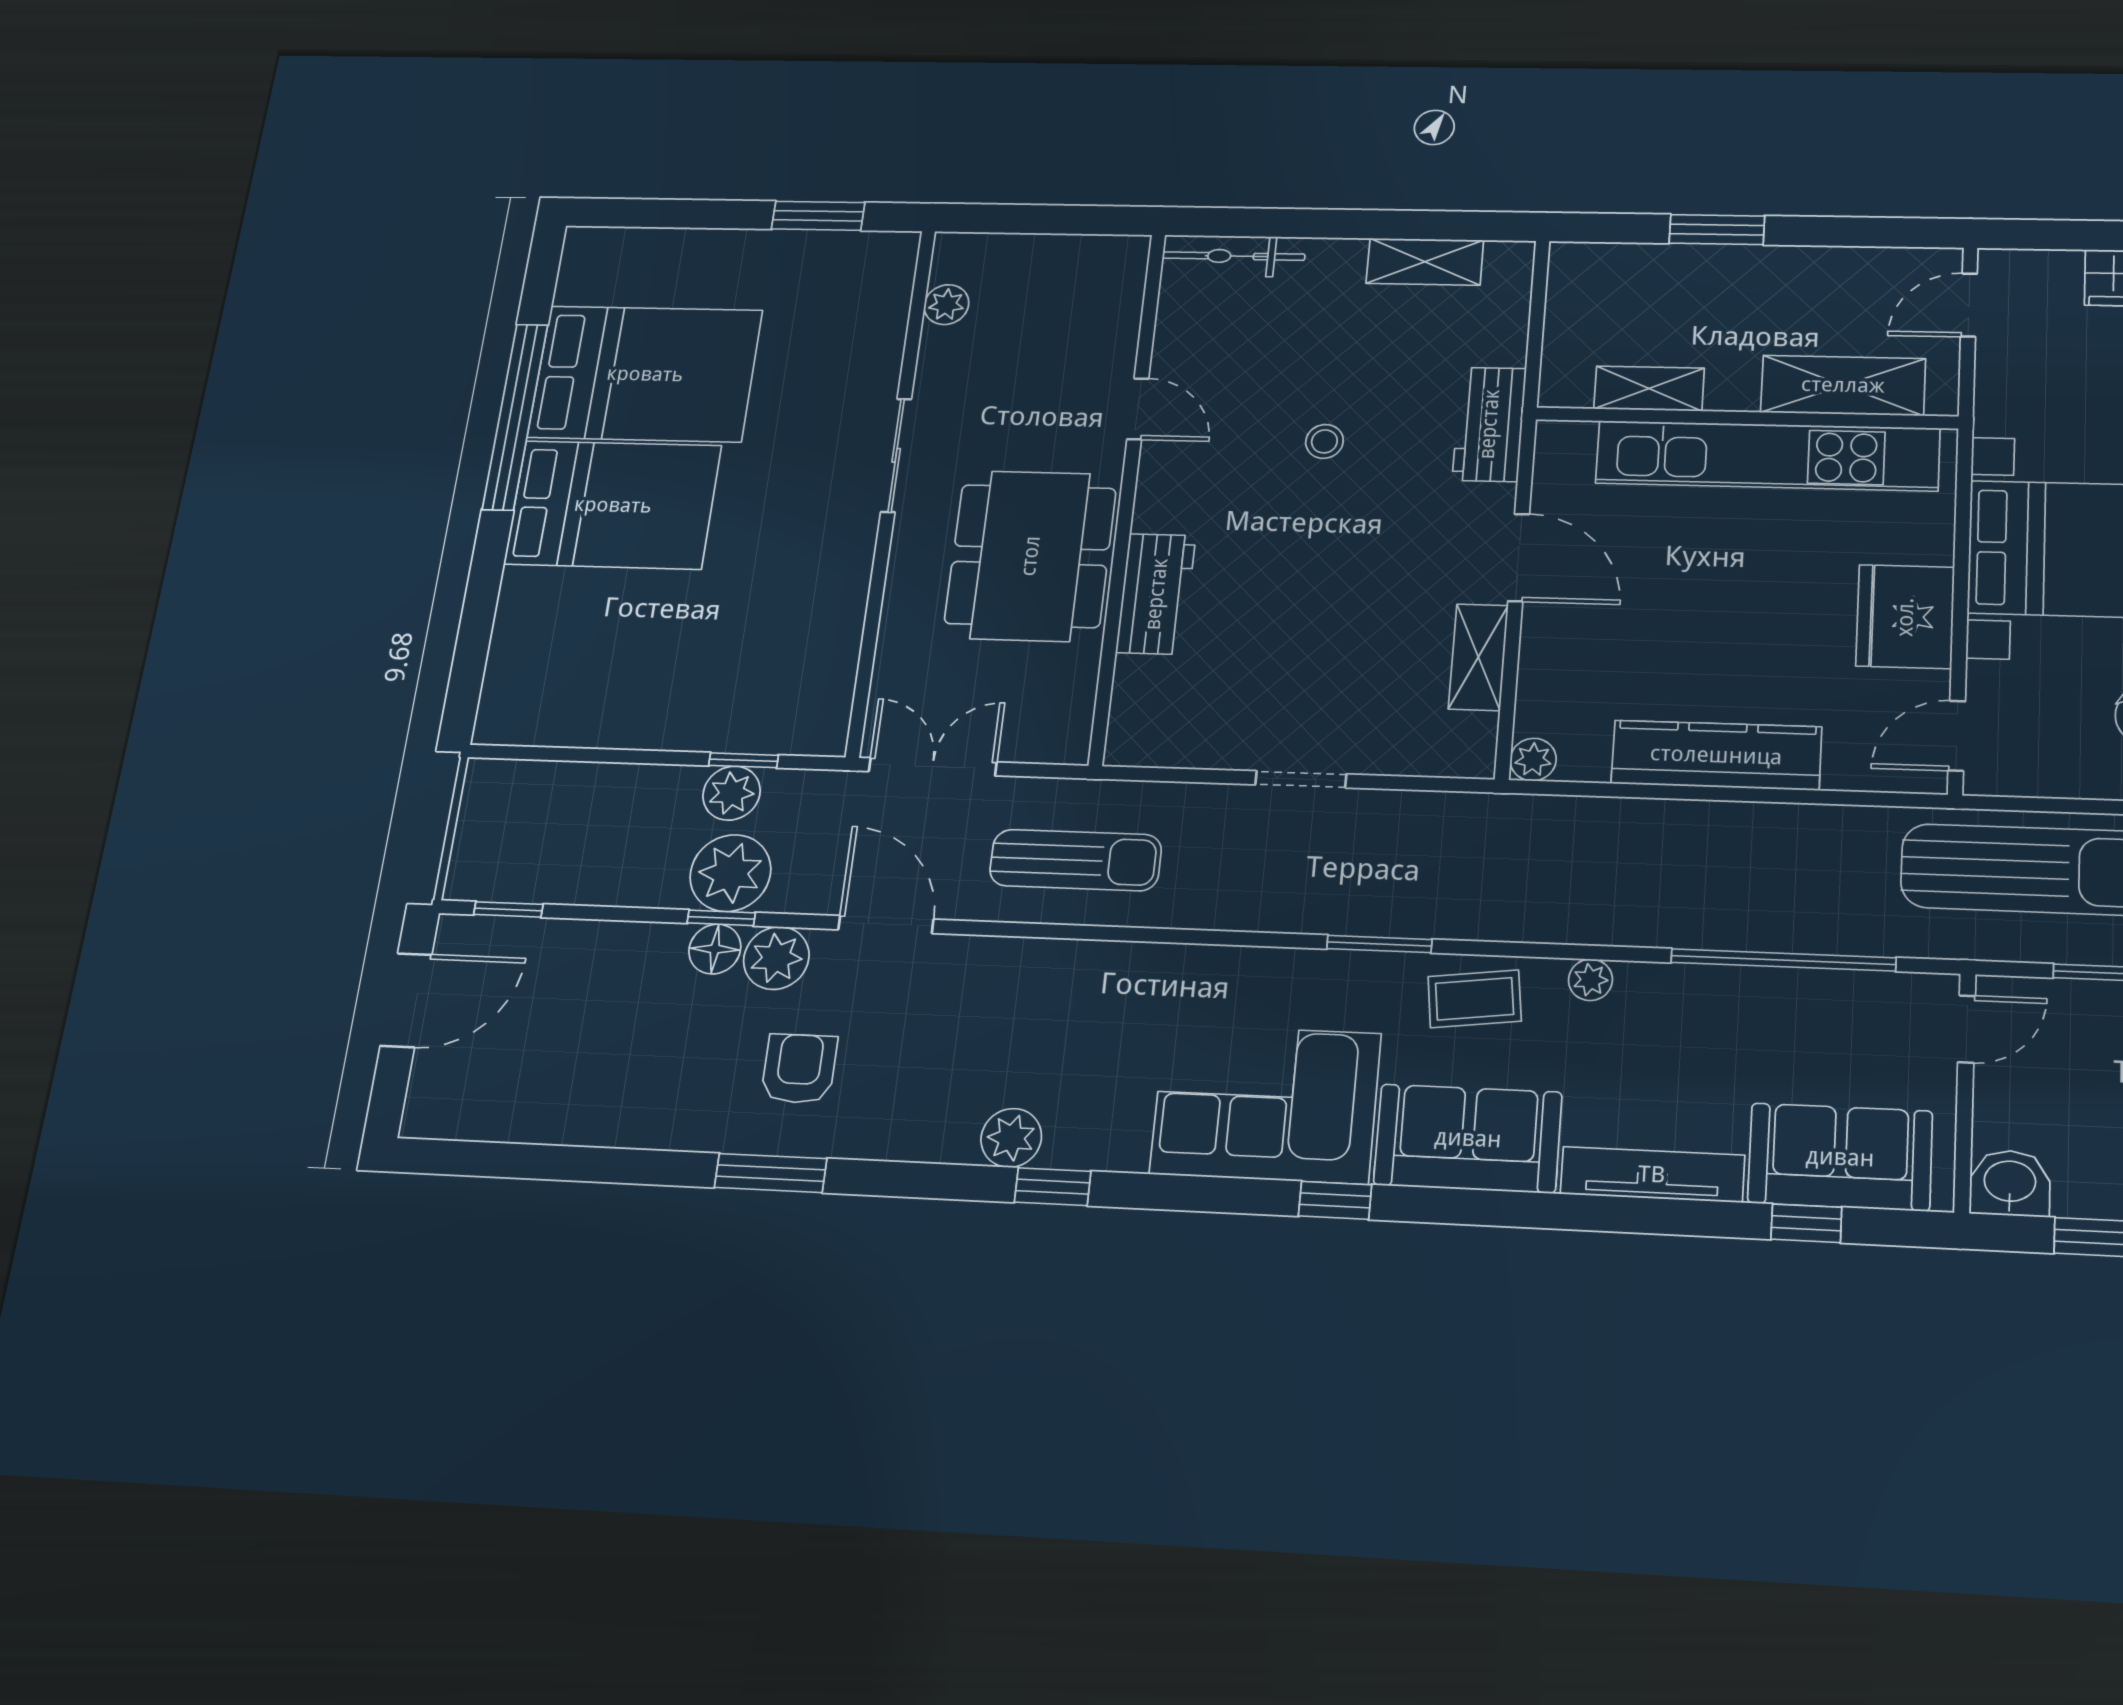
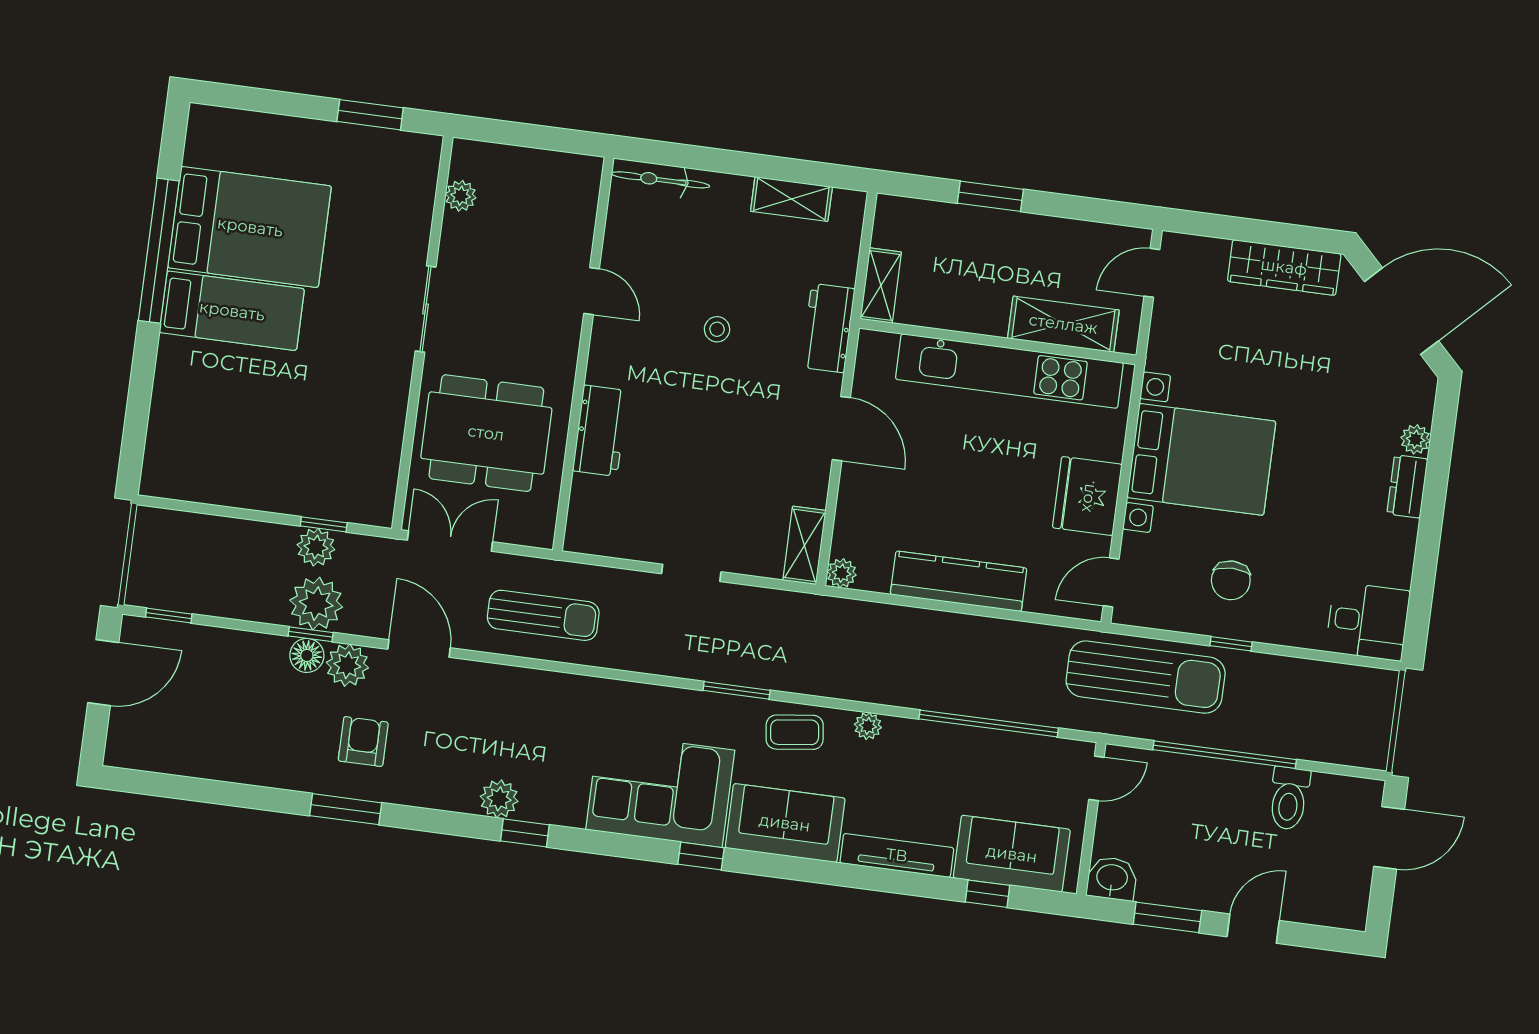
shelving: (1649, 389) -> (881, 285), moved, turned 90
bed: (613, 505) -> (232, 311), width x0.67
dining table: (1030, 556) -> (486, 433), moved, turned 90
shelving: (1478, 657) -> (804, 545), moved

